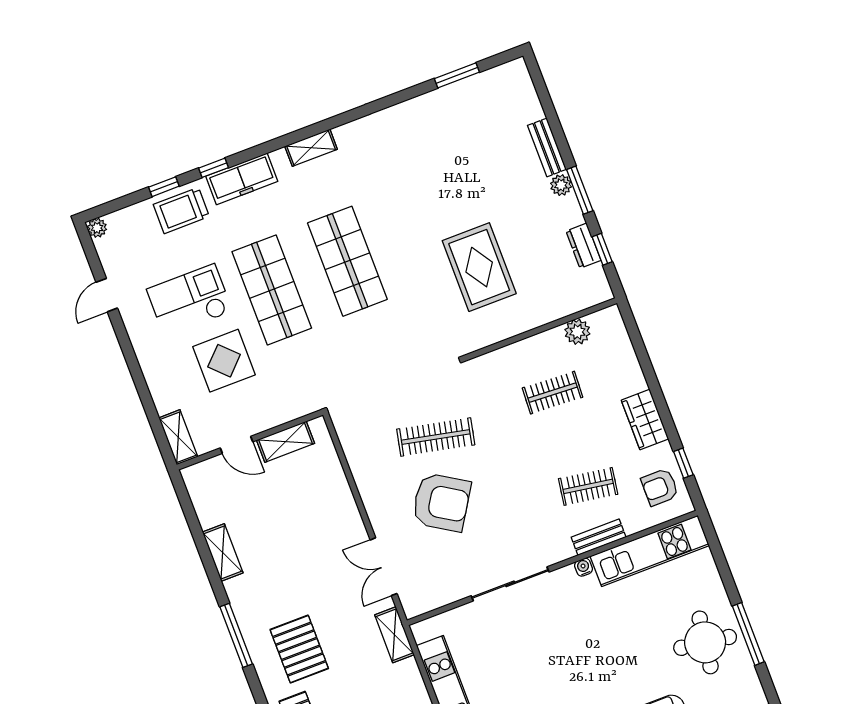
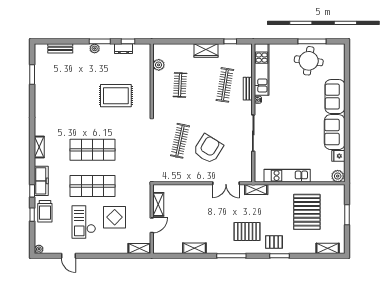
bench: (547, 147) -> (60, 48), moved
clothes rail: (588, 486) -> (225, 85), width x1.36
armchair: (660, 487) -> (237, 55), removed

